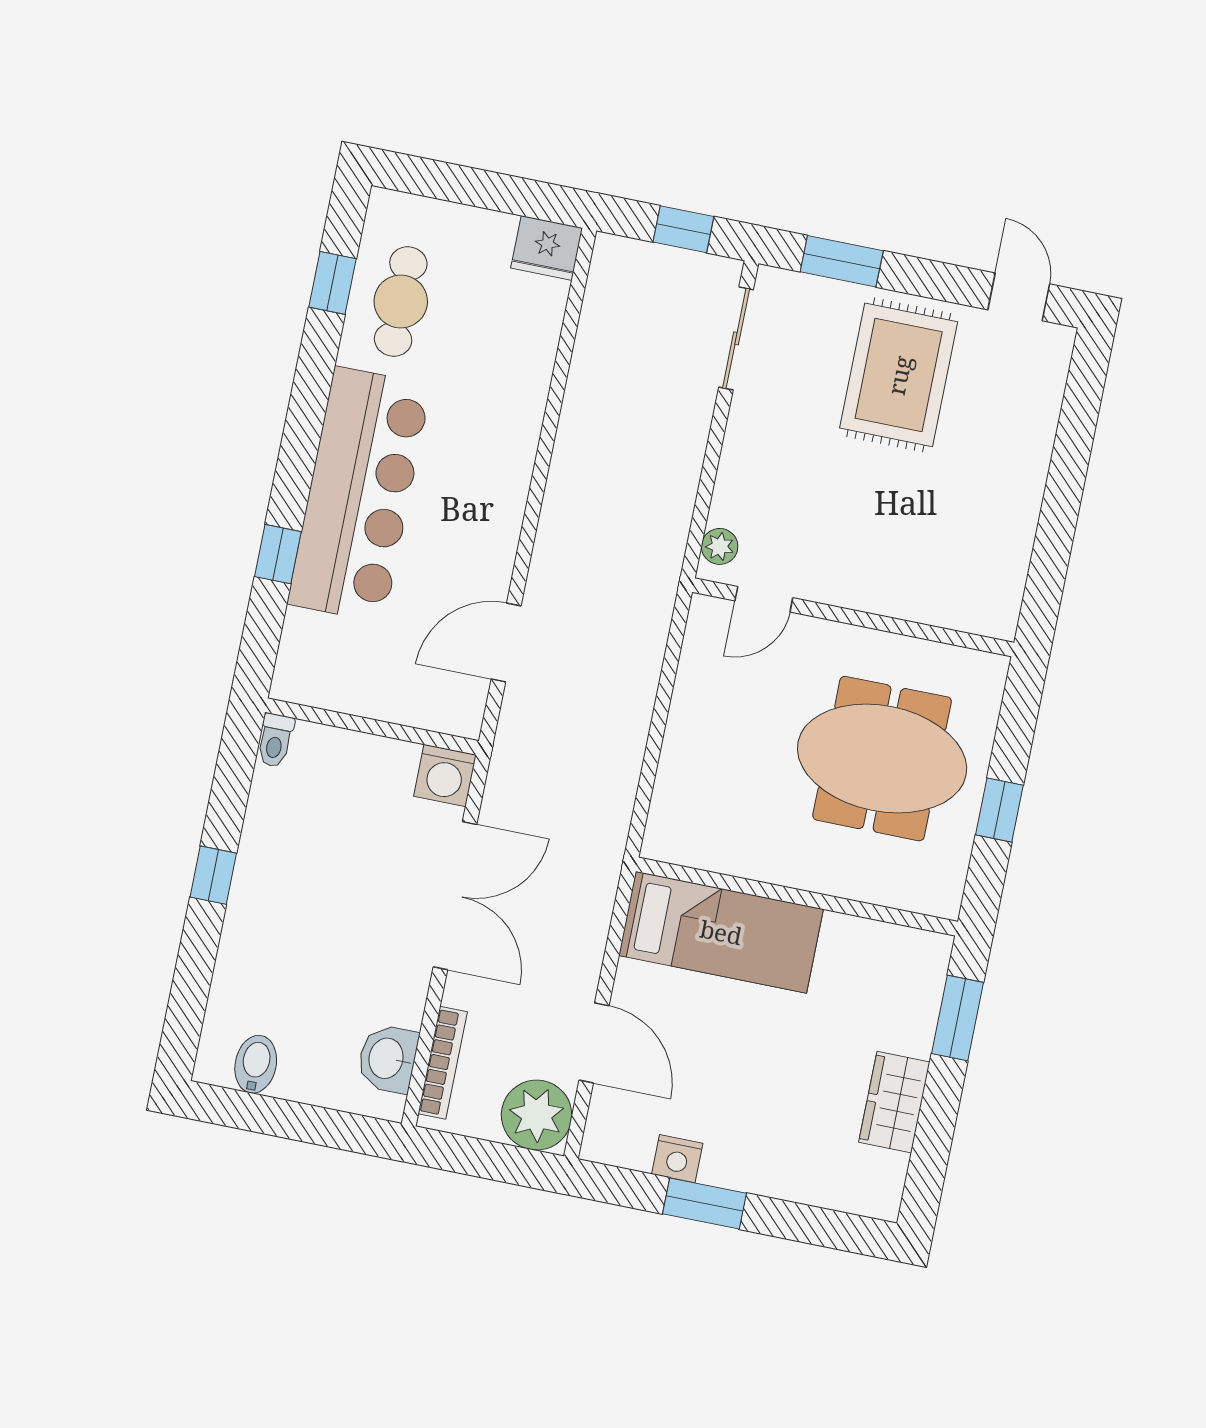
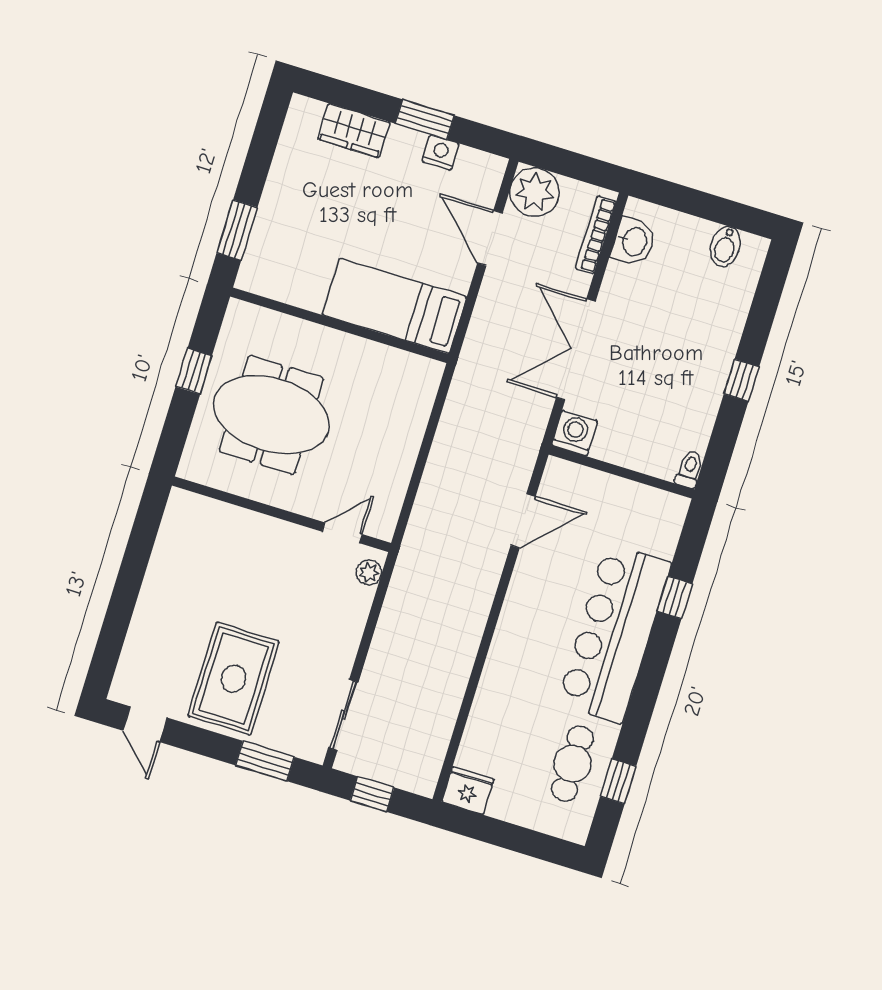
wardrobe: (894, 1102) -> (354, 131), moved, turned 90

